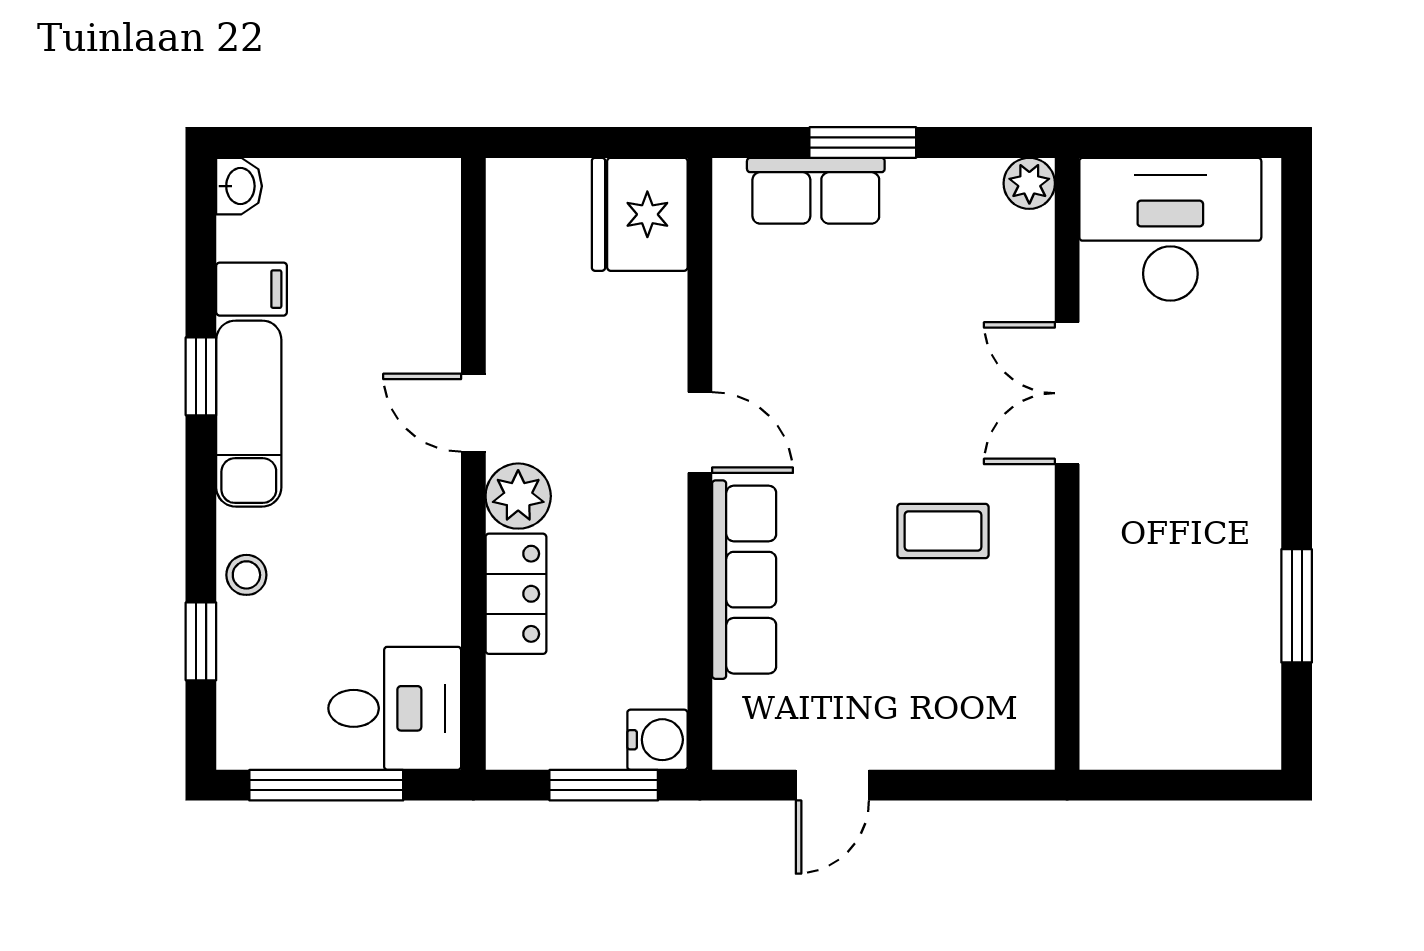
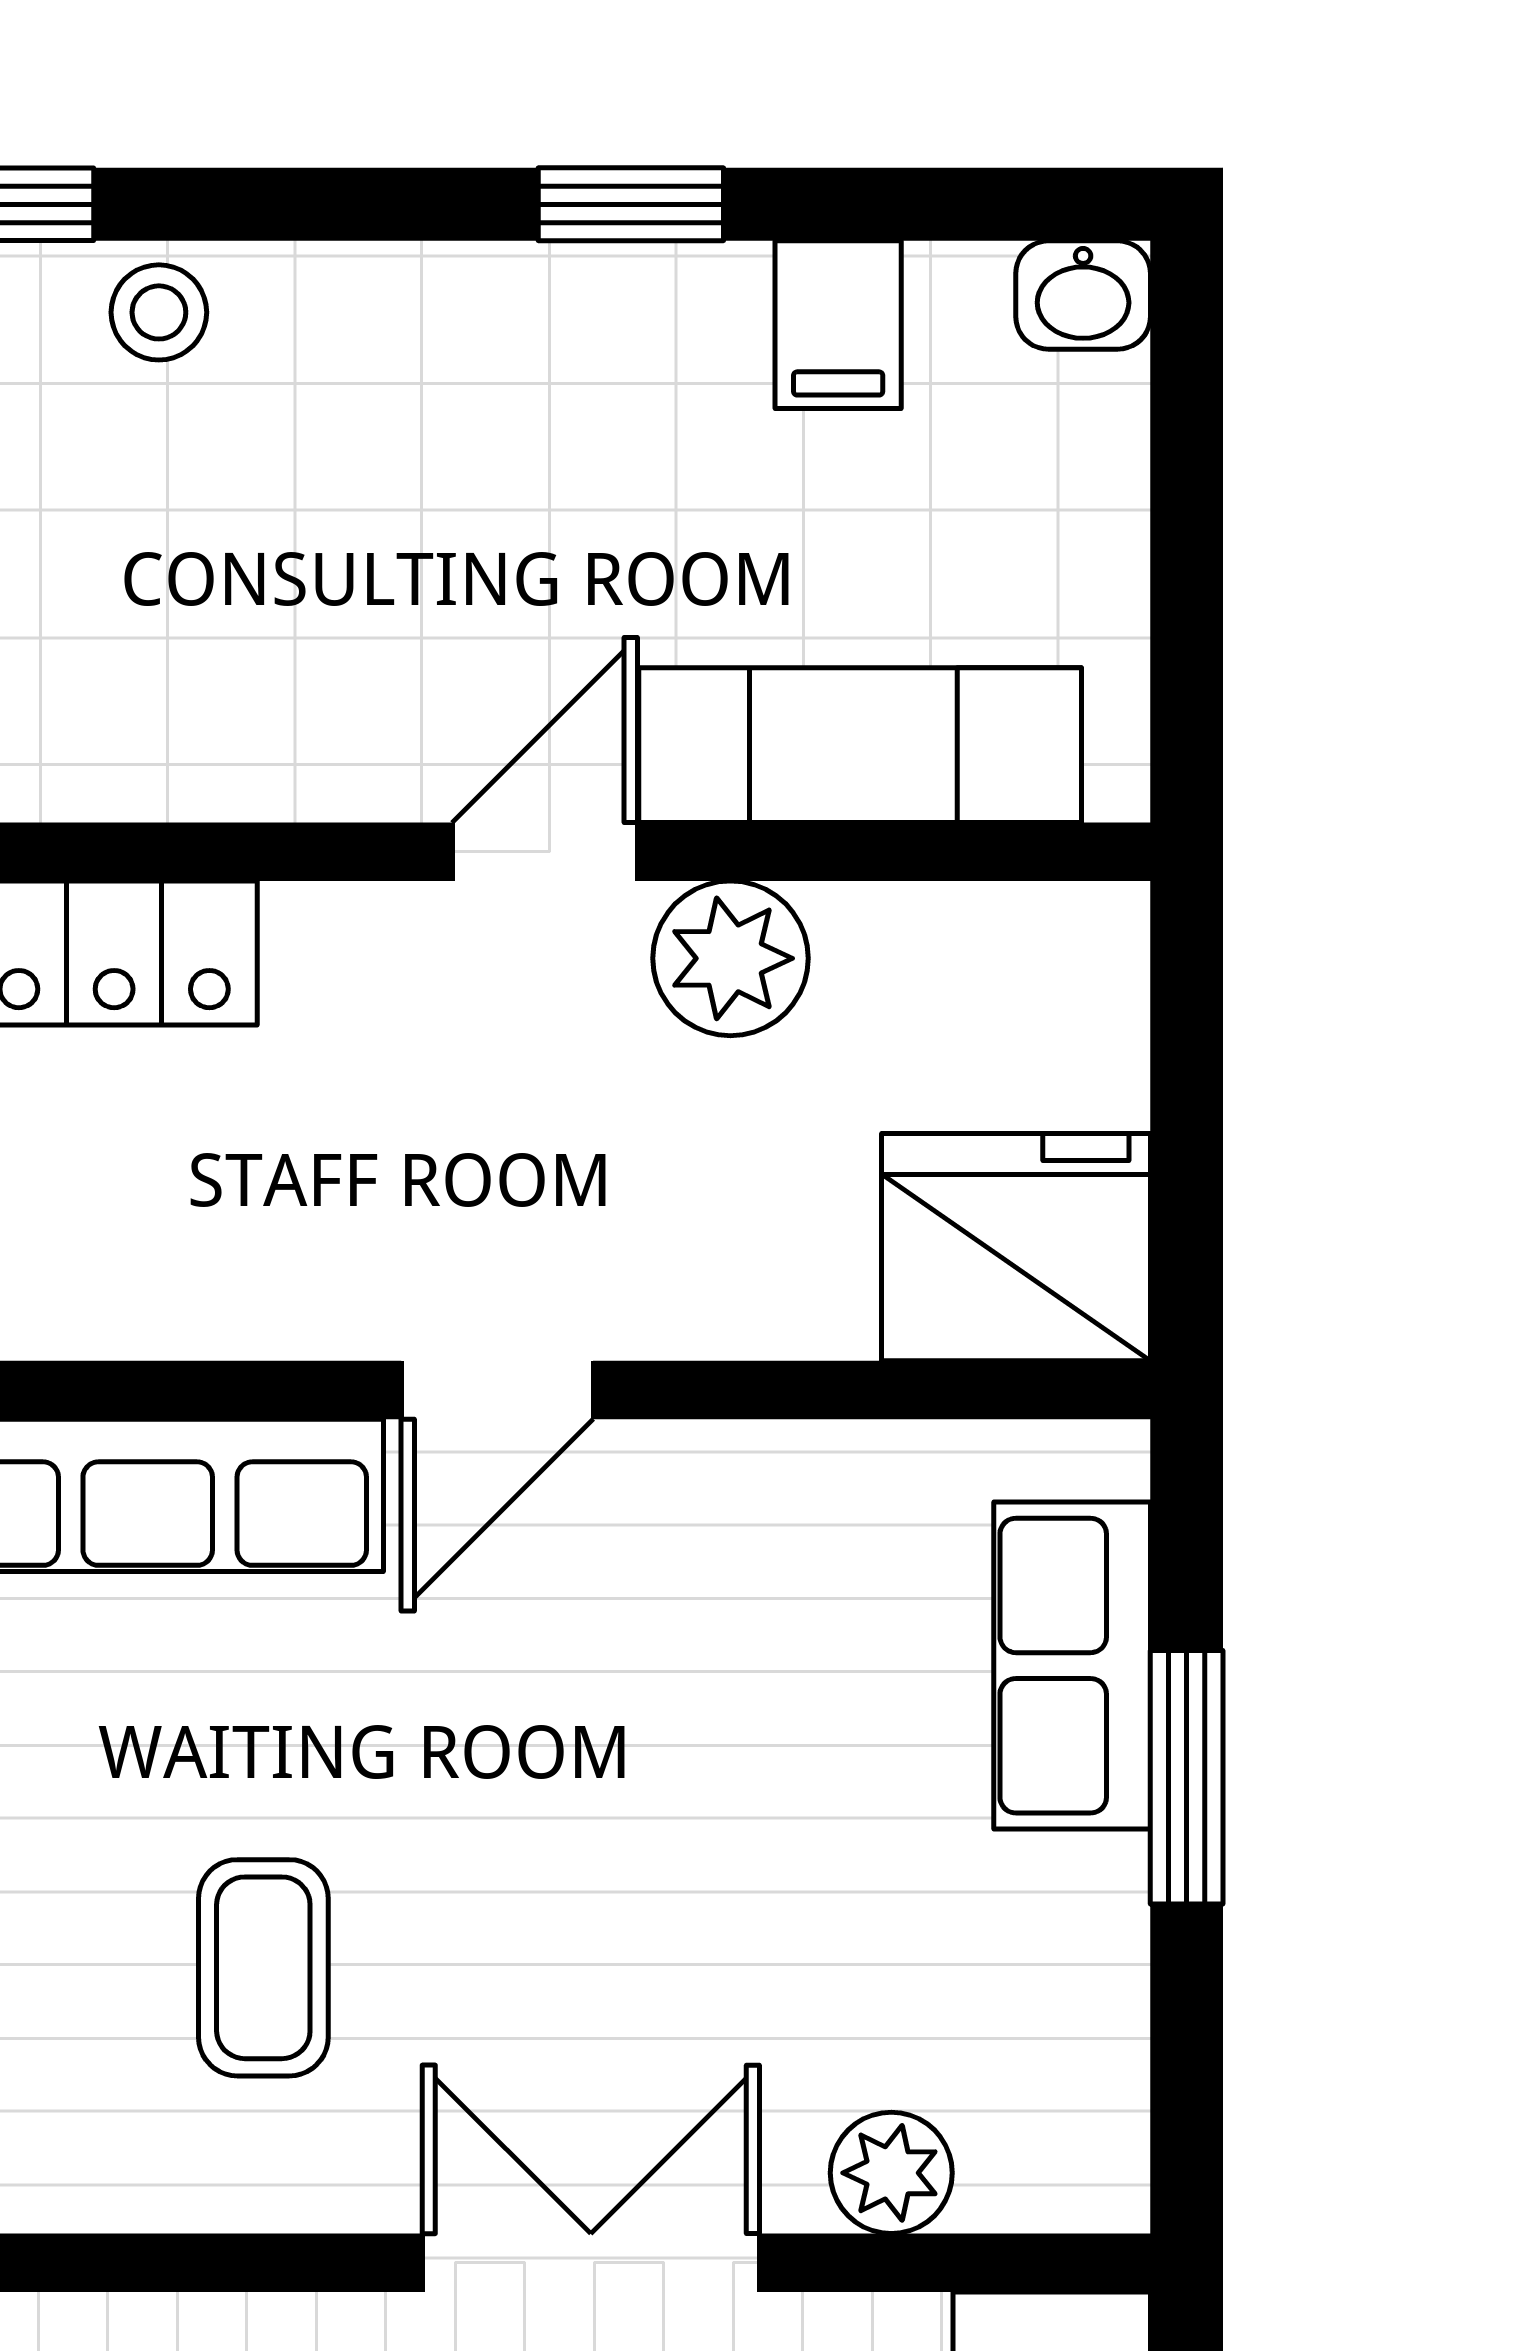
plant: (1029, 183) -> (891, 2173), moved
exam couch: (249, 414) -> (860, 745), moved, turned 180
plant: (518, 496) -> (730, 958), moved

